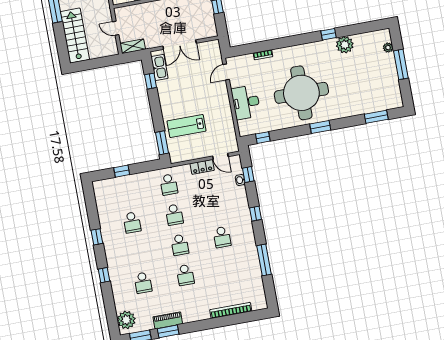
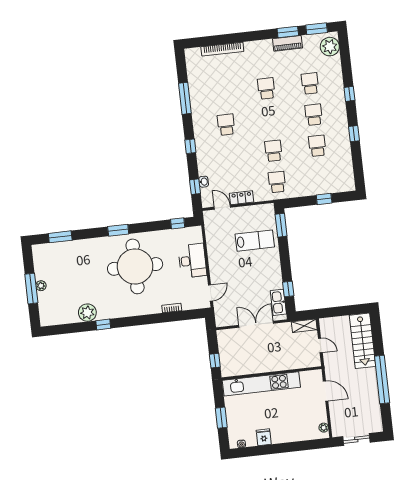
plant: (388, 48) -> (41, 286), moved
school desk: (180, 245) -> (314, 115), moved

